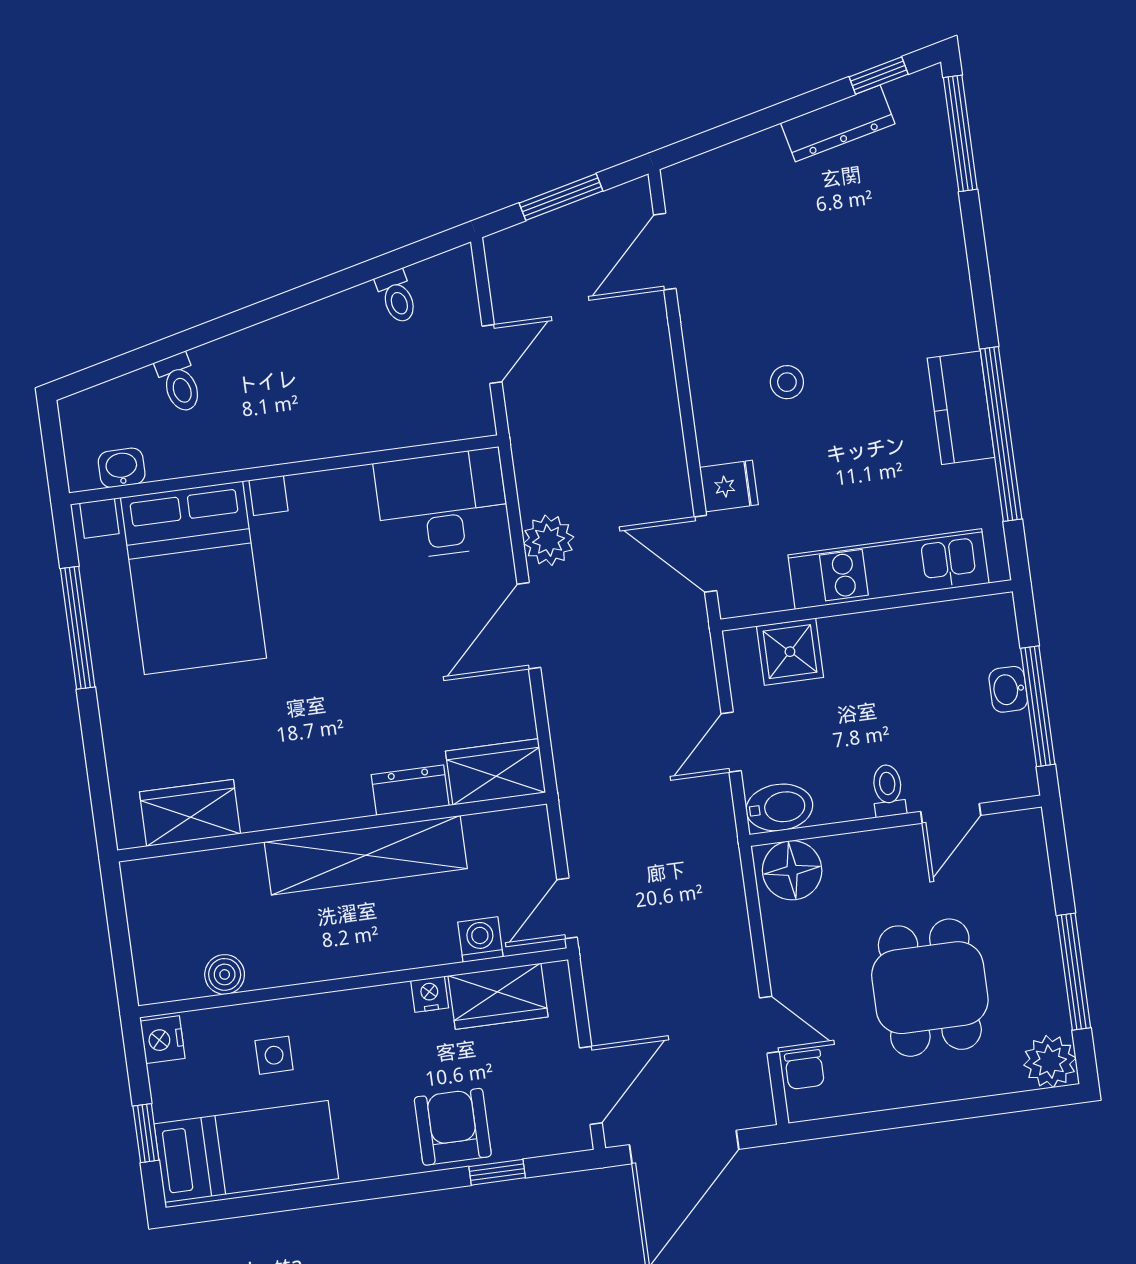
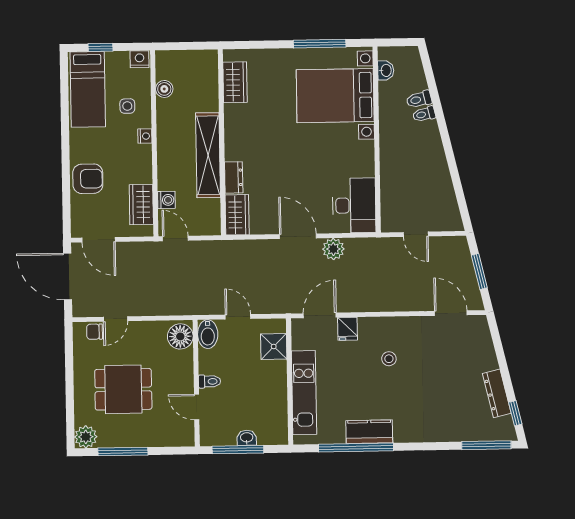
toilet: (397, 297) -> (424, 114), moved
nightstand: (430, 994) -> (145, 136), moved
window: (497, 1172) -> (66, 195), removed

